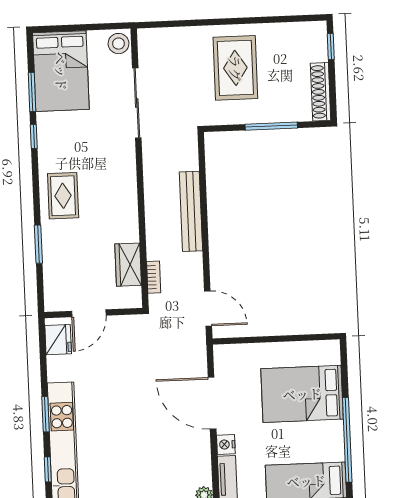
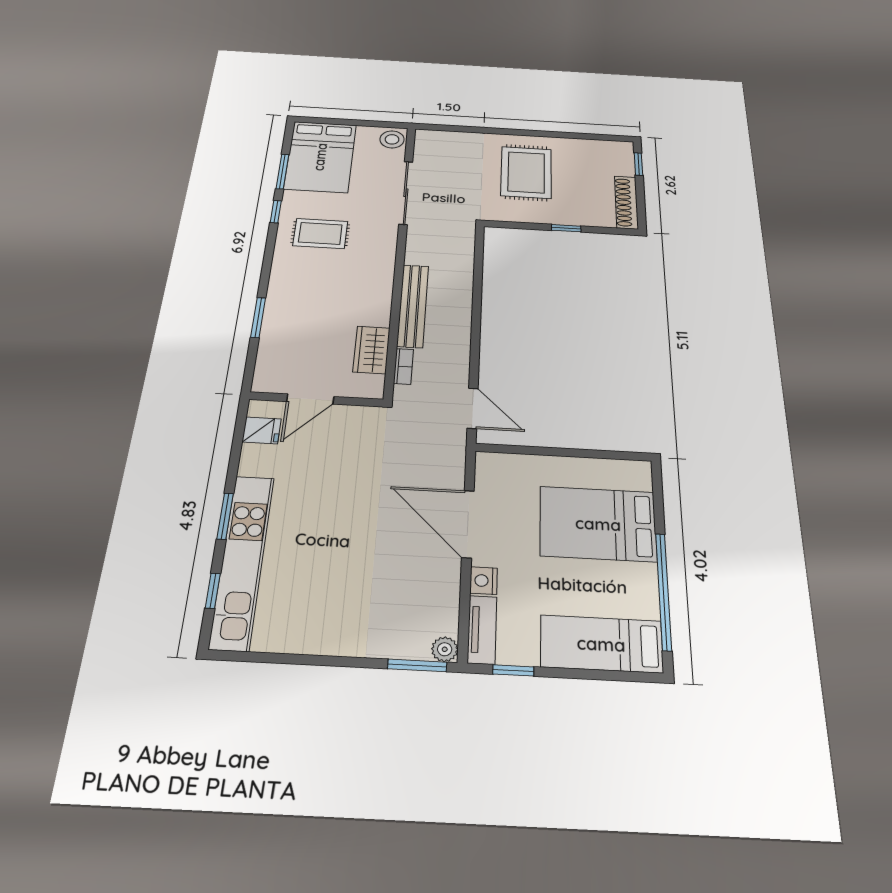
window: (271, 126) -> (566, 228), width x0.46
rug: (63, 196) -> (320, 233), moved, turned 90
bench: (191, 211) -> (413, 306), moved
fridge: (58, 340) -> (262, 430), width x0.72

